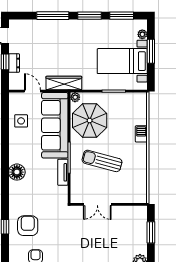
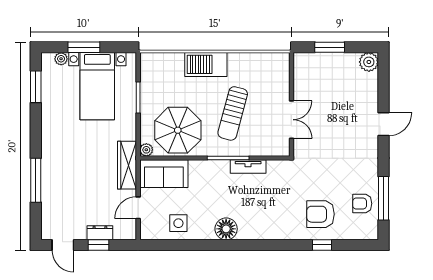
window: (89, 16) -> (36, 130), removed
sofa: (55, 125) -> (164, 174), width x0.54, depth x0.79
barbecue: (141, 134) -> (206, 64), width x1.88, depth x1.53
floor lamp: (17, 172) -> (226, 229), moved

